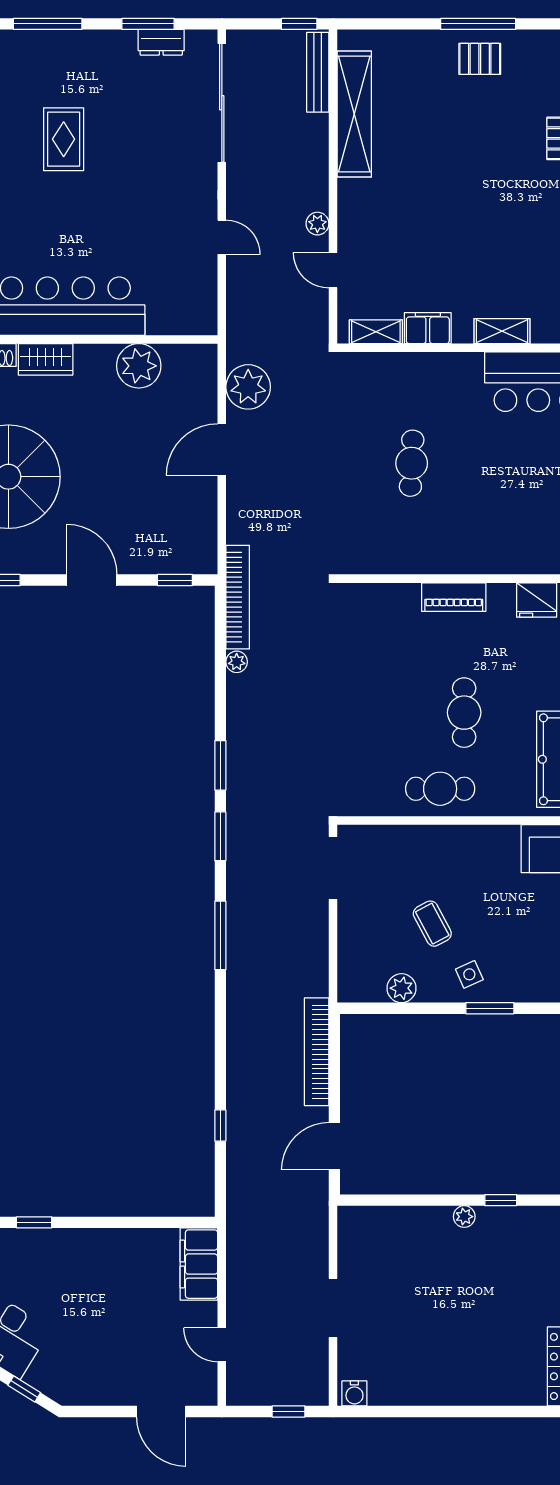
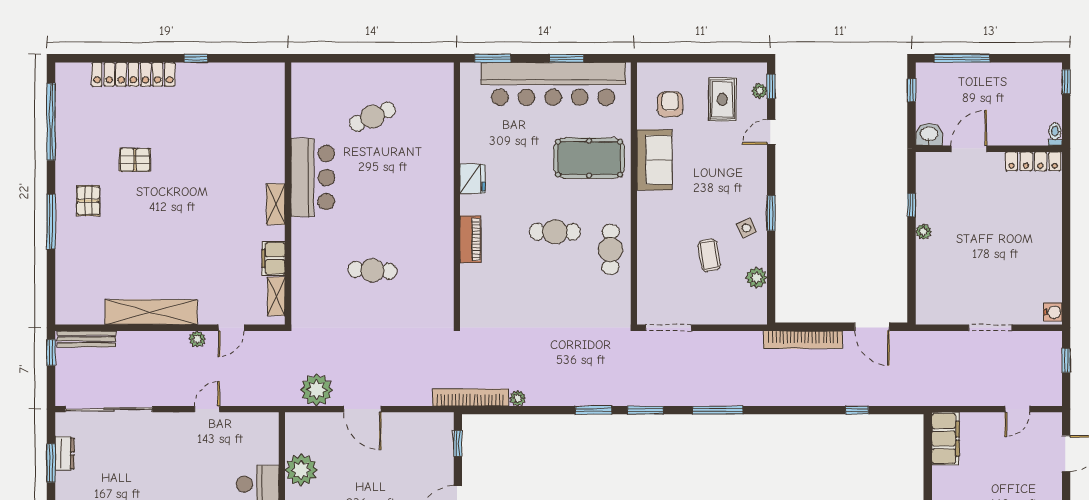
pallet: (480, 59) -> (88, 201), moved
shelving: (354, 114) -> (151, 312), moved
coffee table: (432, 924) -> (709, 255), turned -71
filing cabinet: (199, 1264) -> (946, 439), moved, turned -90

